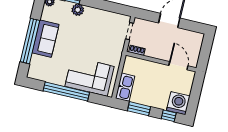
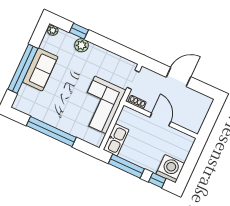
door: (178, 66) -> (160, 120), moved
corner sofa: (90, 76) -> (100, 105), moved, turned -90
window: (139, 109) -> (126, 166), width x1.44

